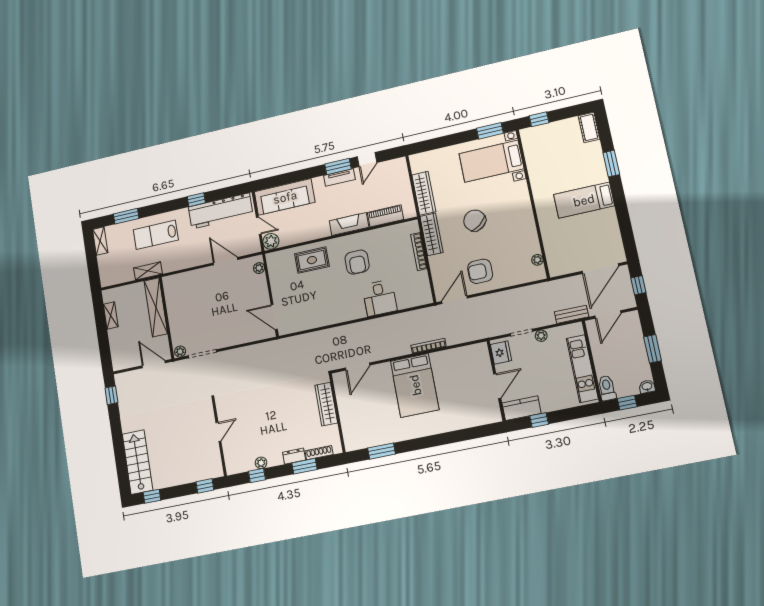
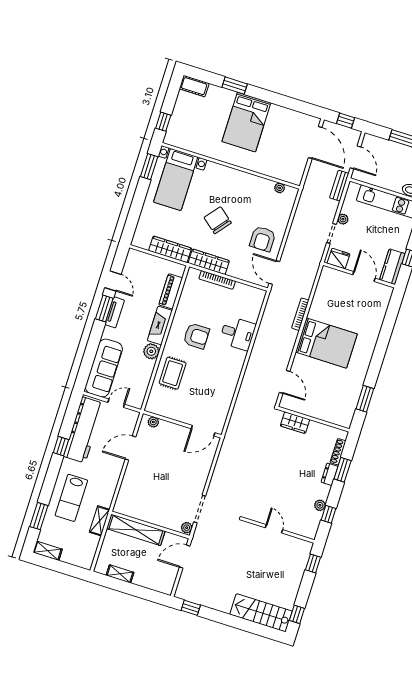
bed: (584, 200) -> (246, 122), width x1.50
chair: (475, 221) -> (218, 220), turned 77
plant: (271, 241) -> (151, 351), moved
wardrobe: (326, 404) -> (295, 423), width x0.67

